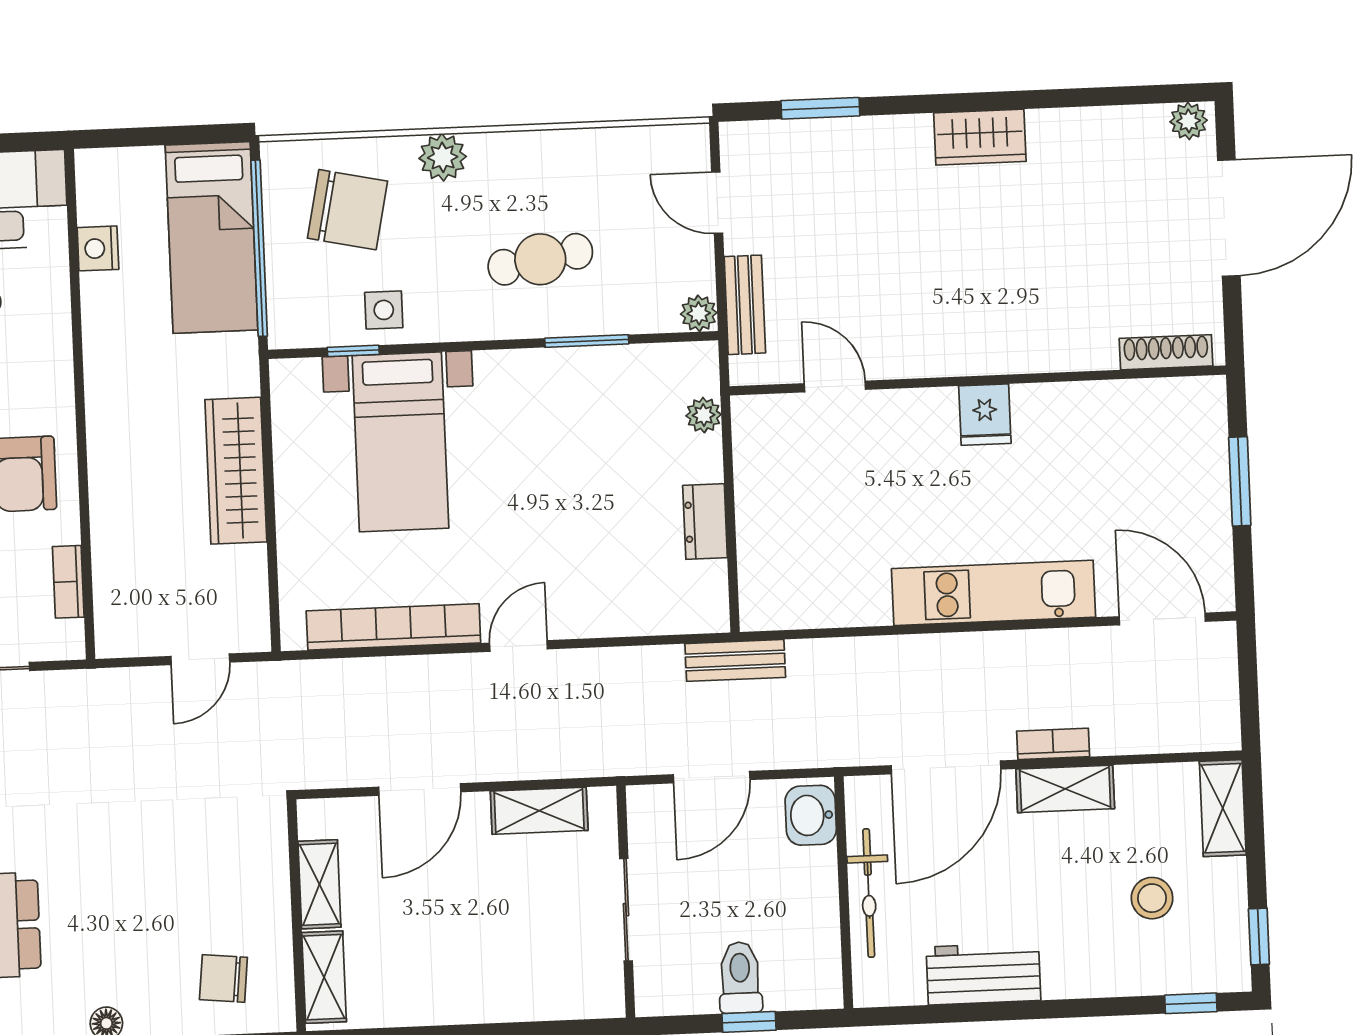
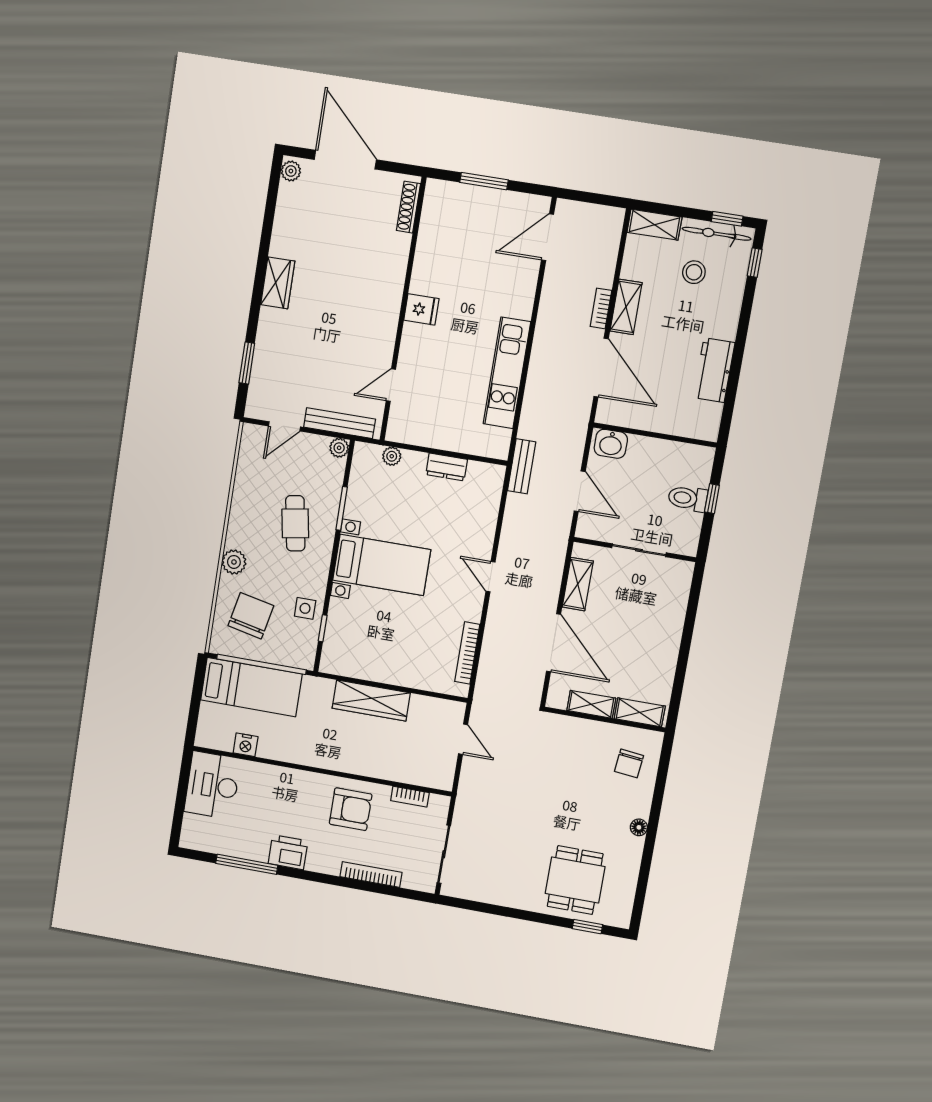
bench: (745, 305) -> (339, 423), width x1.36
bed with nightstands: (400, 442) -> (382, 565), moved
kitchen unit: (994, 593) -> (507, 373), moved
bookcase: (393, 627) -> (467, 653), width x0.68, depth x0.76
door: (420, 789) -> (554, 643), width x1.36
bicycle: (869, 893) -> (717, 234), moved, turned 180

